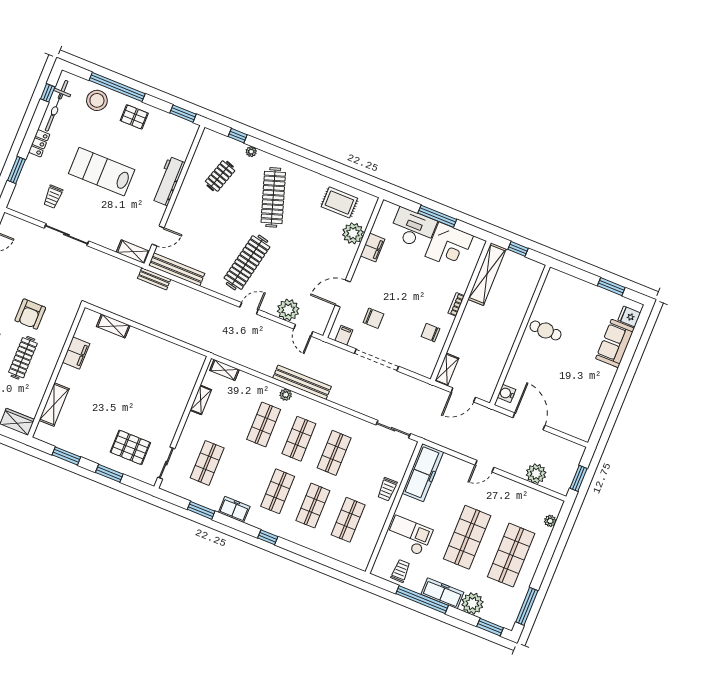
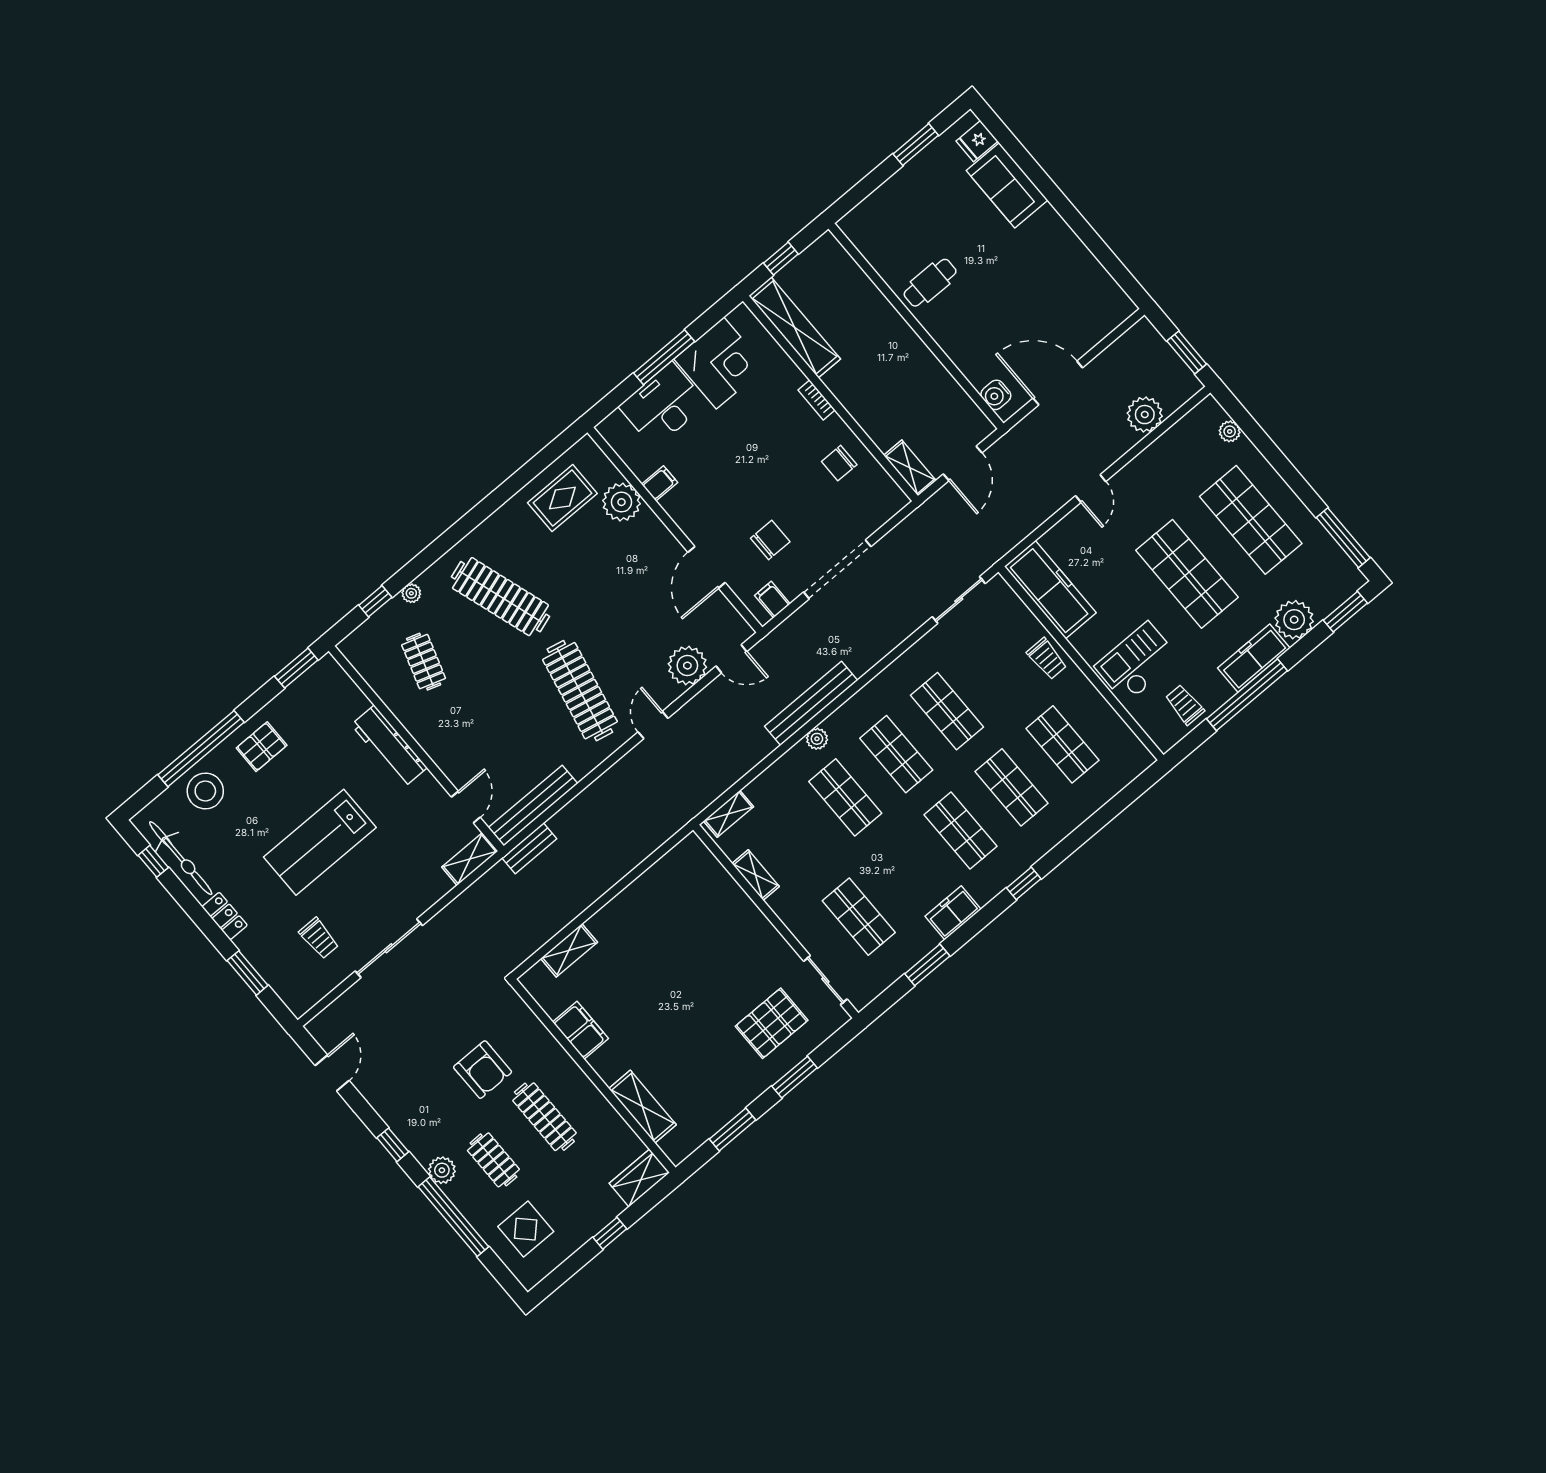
filing cabinet: (373, 248) -> (660, 483), width x0.50

